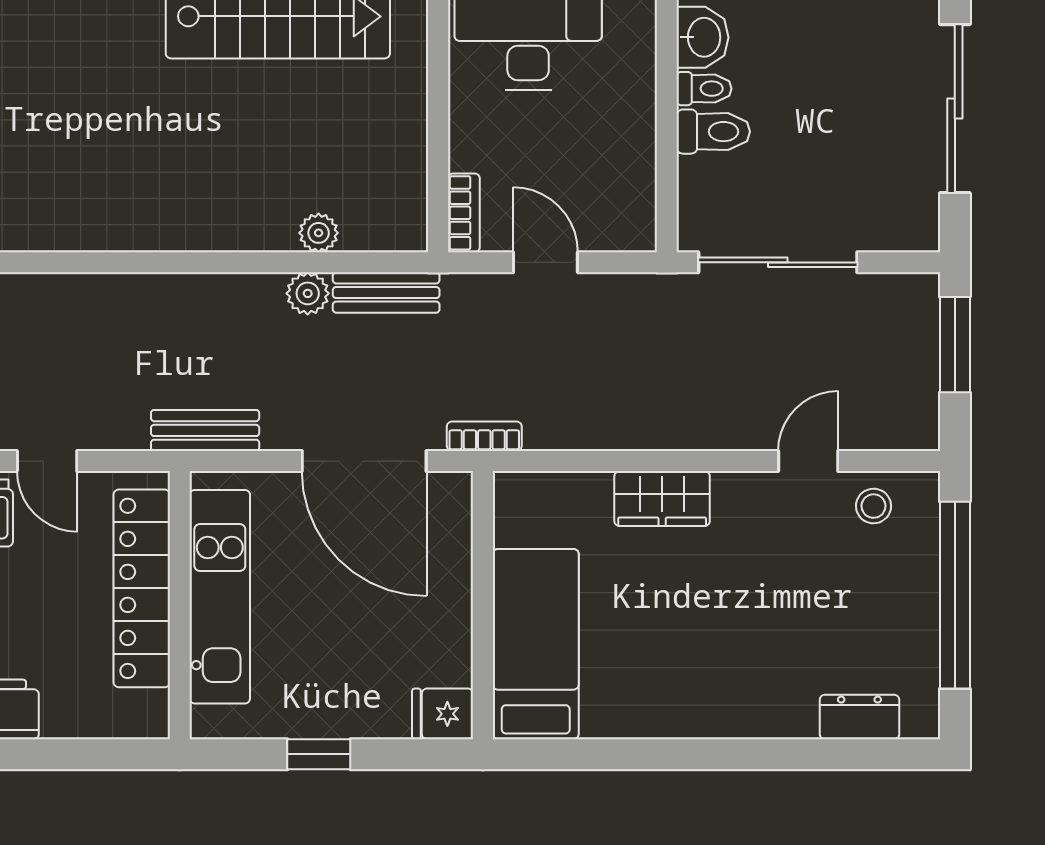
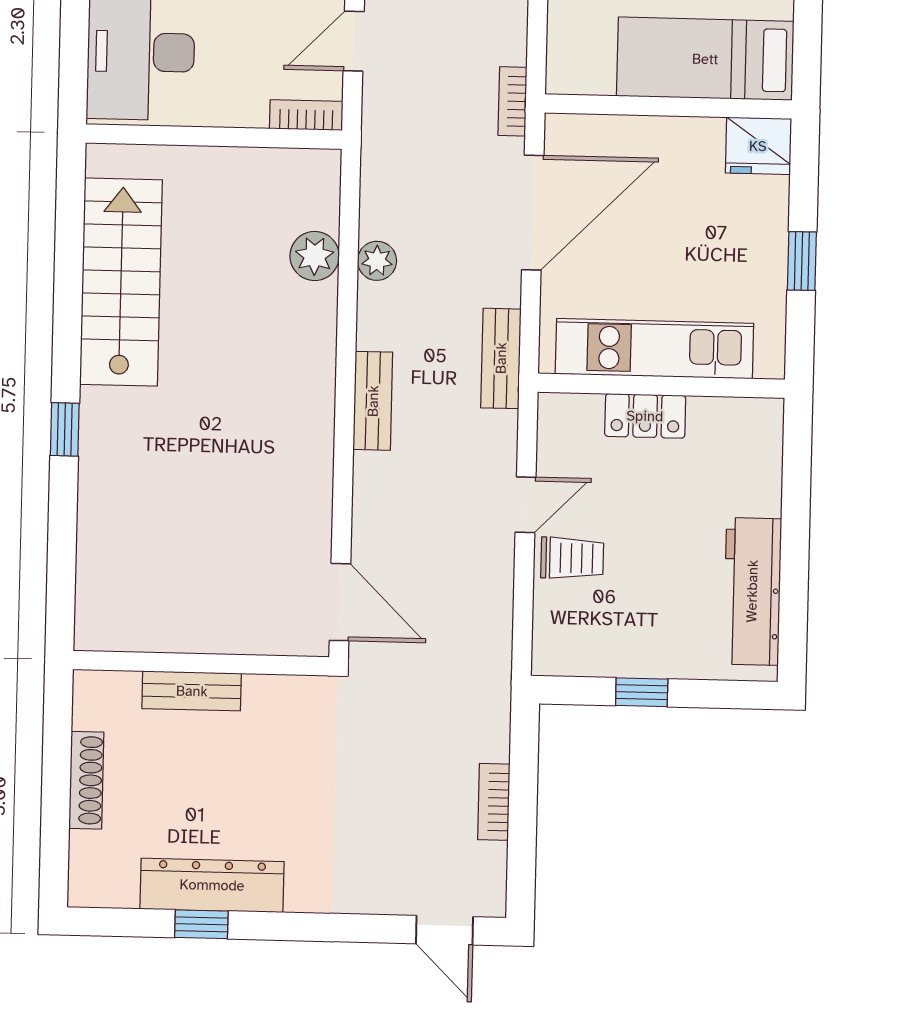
plant: (319, 233) -> (315, 256), width x1.38, depth x1.38
bench: (386, 293) -> (373, 401), moved
locker: (142, 588) -> (645, 416), width x0.46, depth x0.83
fridge: (443, 714) -> (758, 146), width x1.38

